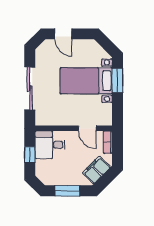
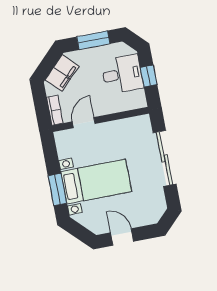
door: (63, 34) -> (122, 237), moved
door: (87, 128) -> (84, 123), hinge flipped
desk: (50, 145) -> (122, 74), moved

